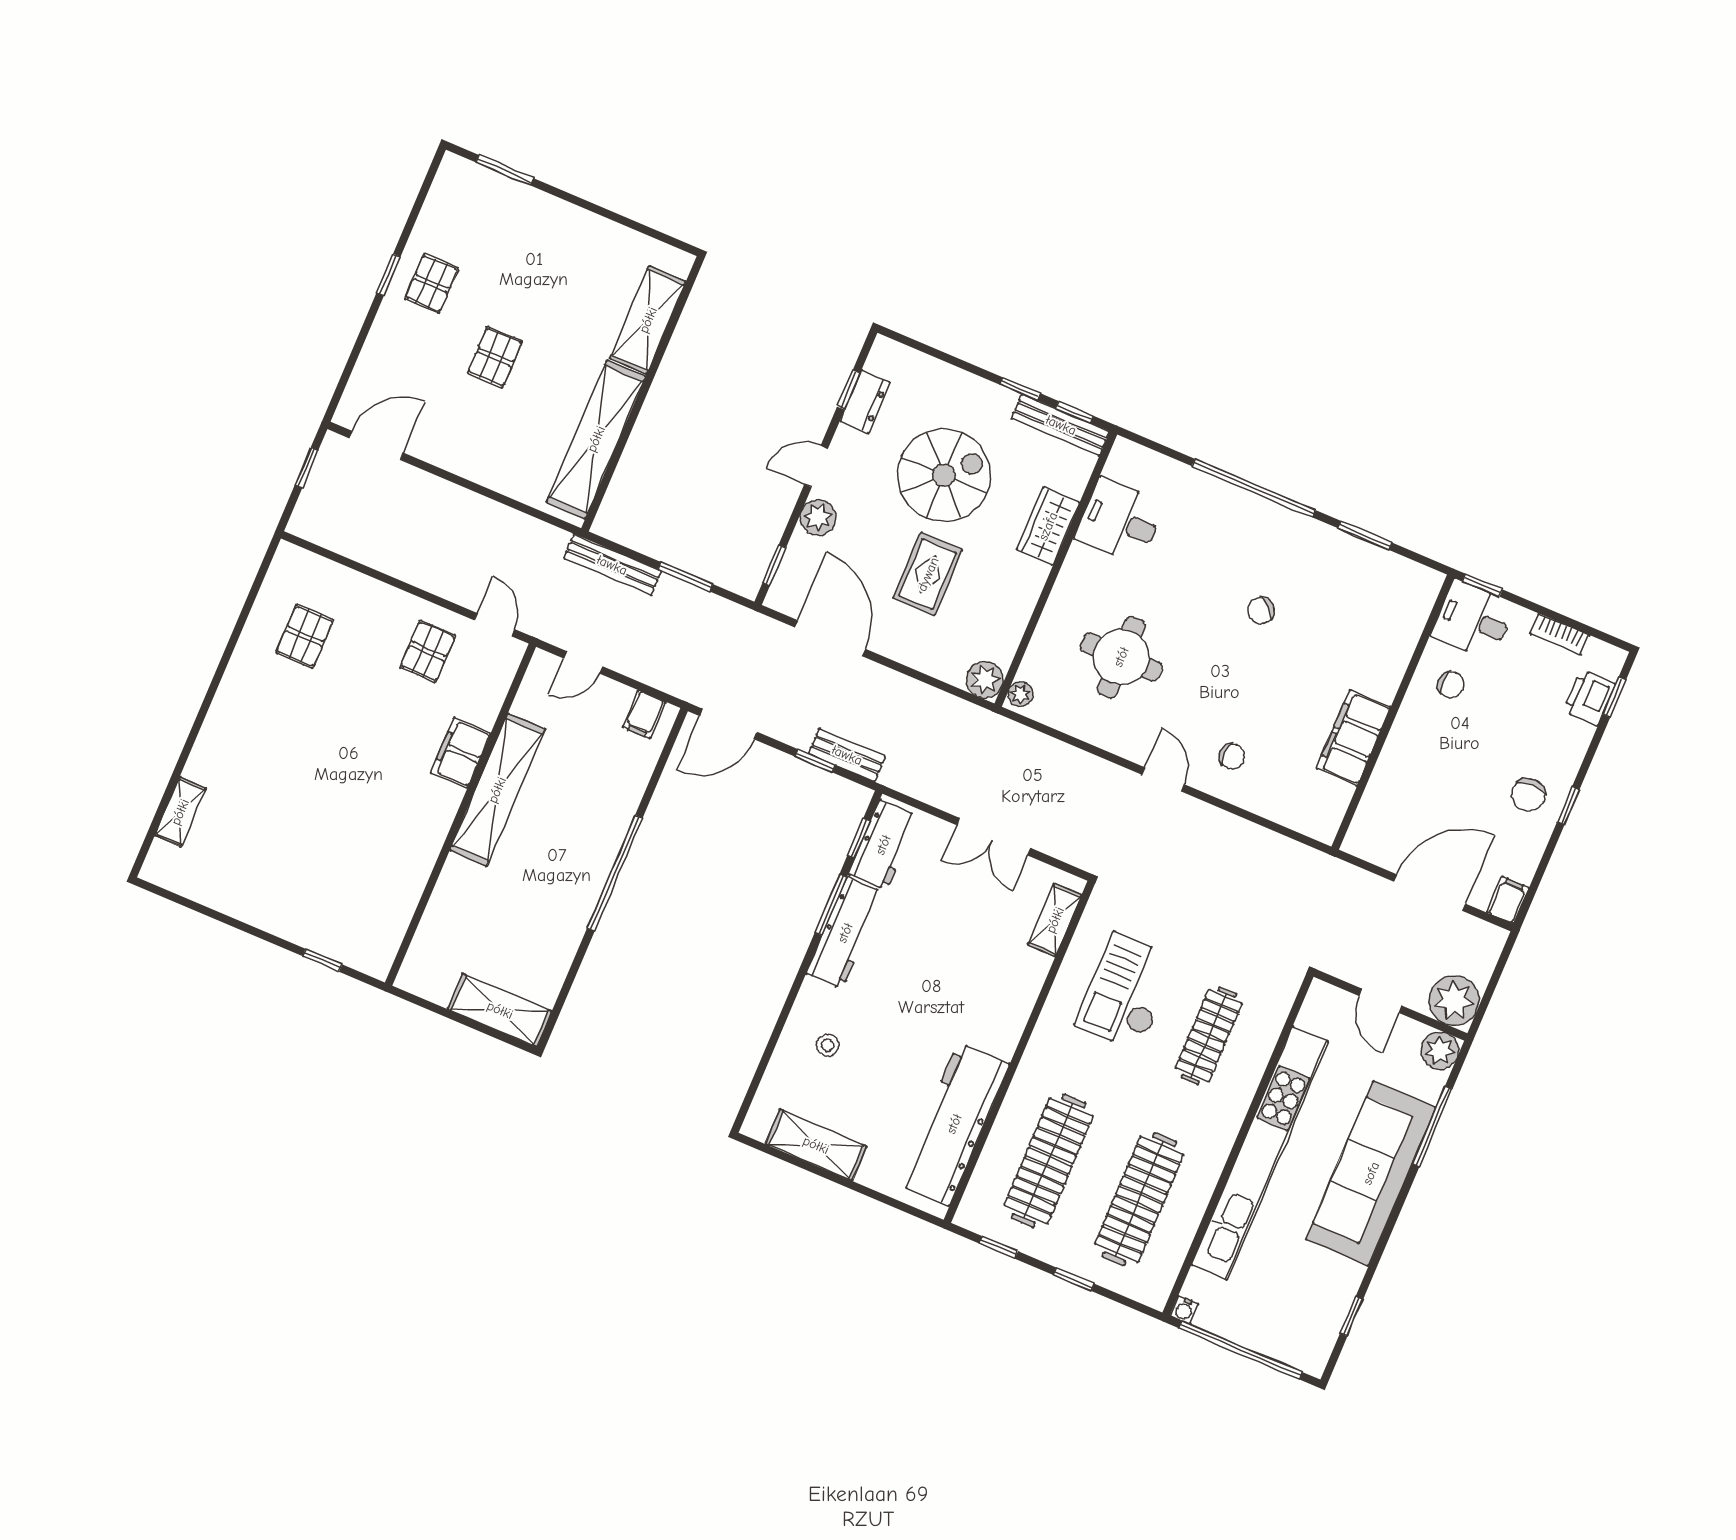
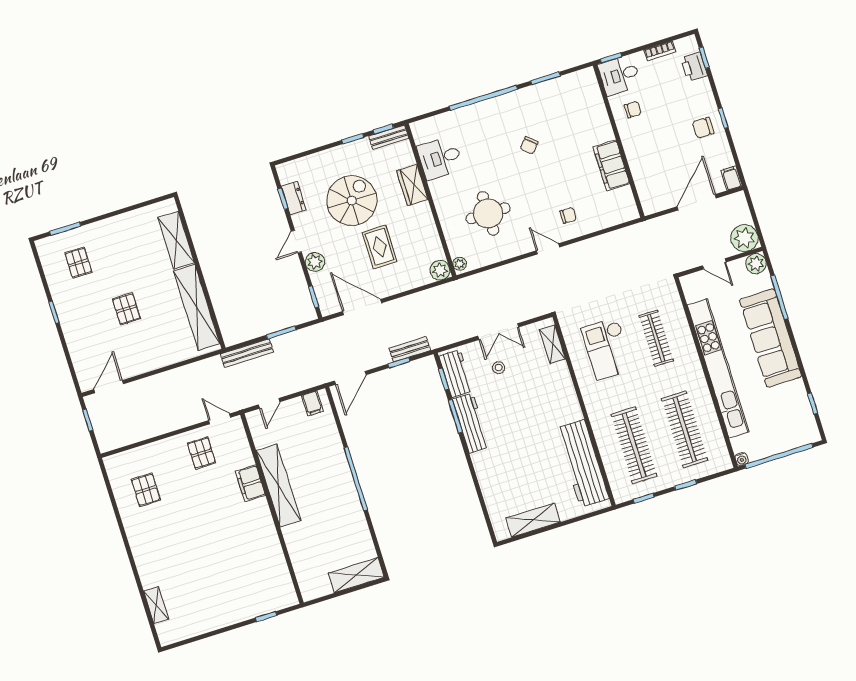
pallet: (432, 284) -> (78, 263), moved
bench: (1061, 425) -> (389, 137), width x0.73
chair: (1528, 795) -> (703, 128), turned 90
stool: (828, 1045) -> (499, 368), moved

